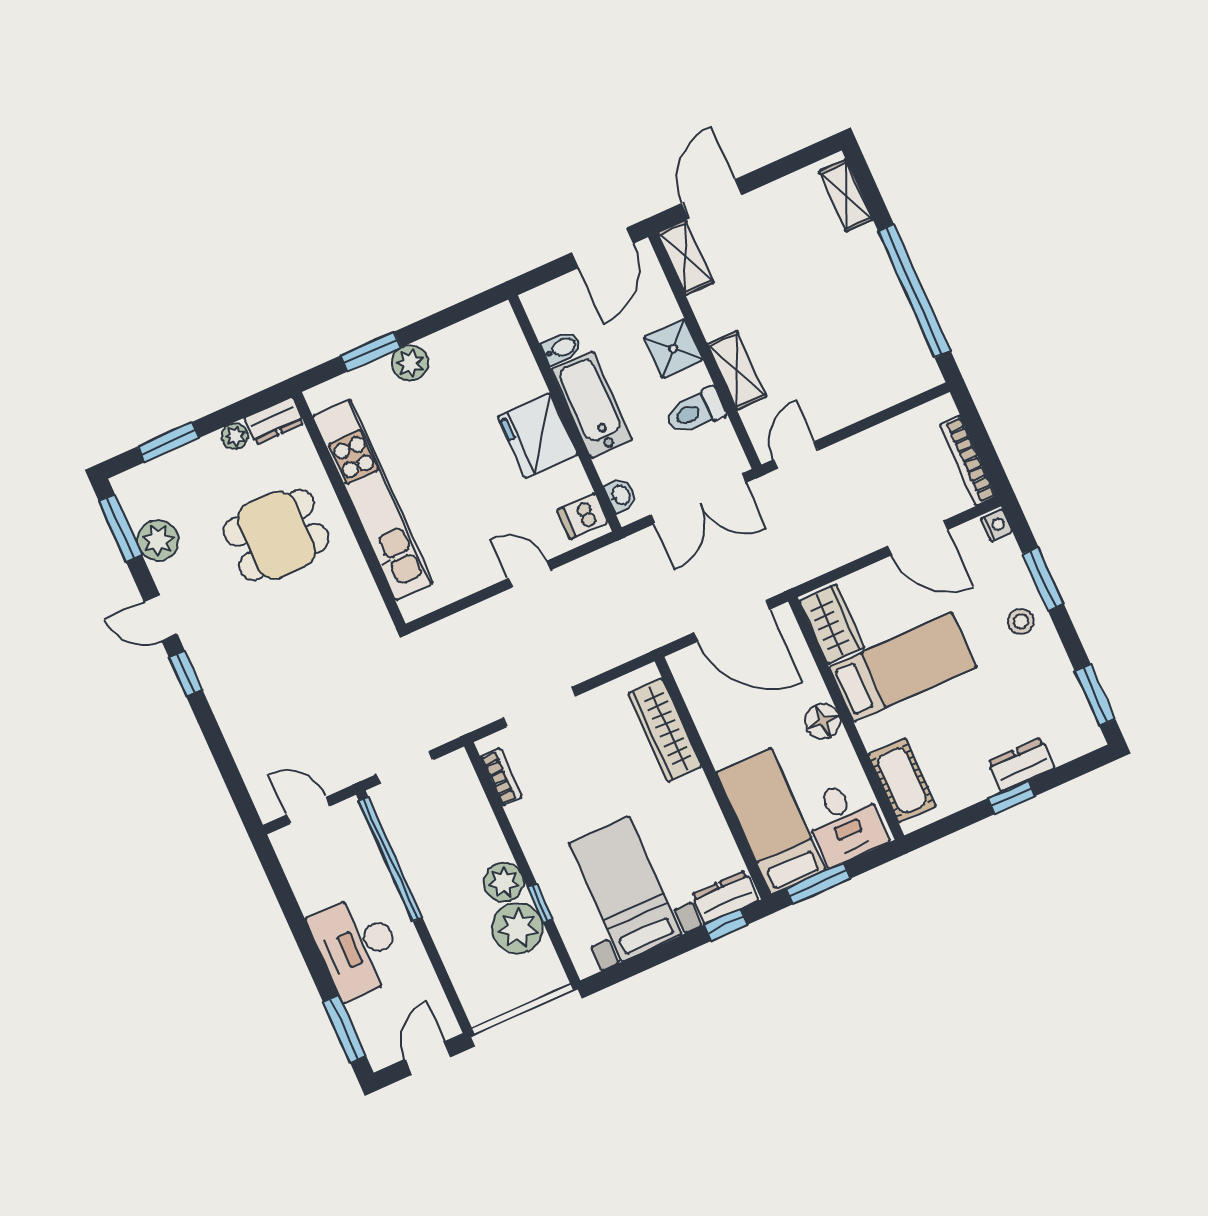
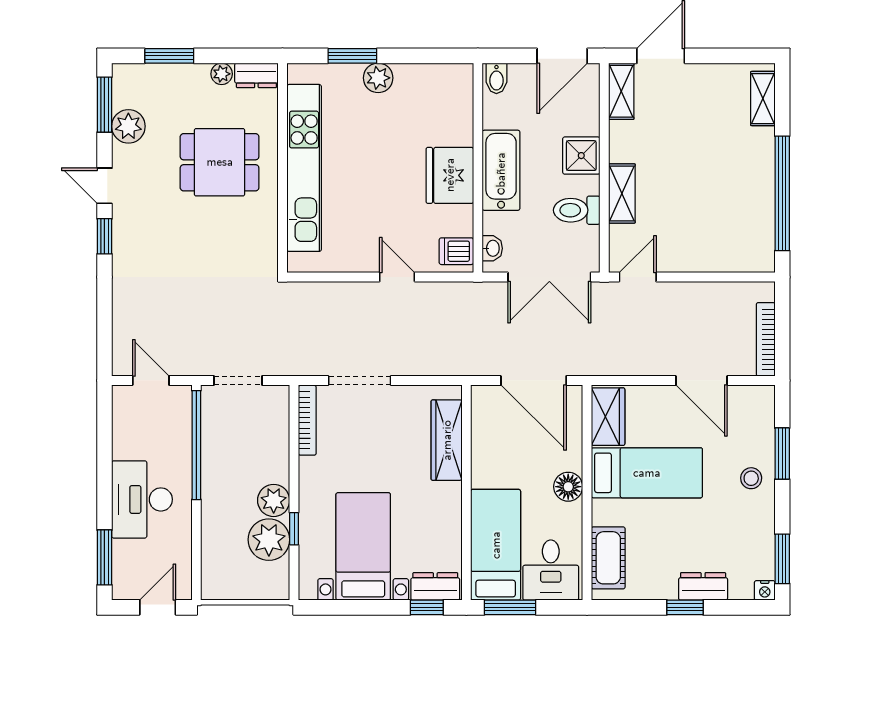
bidet: (562, 348) -> (496, 78), moved, turned 90
nightstand: (996, 525) -> (765, 590), moved, turned 90
bookcase: (501, 777) -> (307, 420), width x1.56

